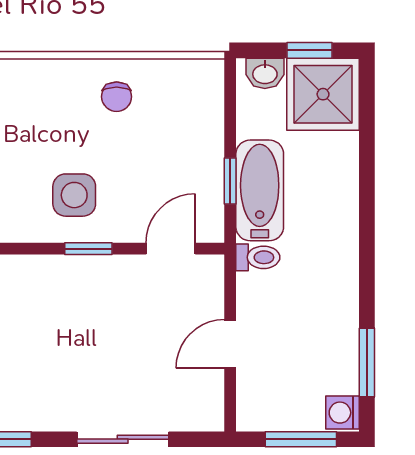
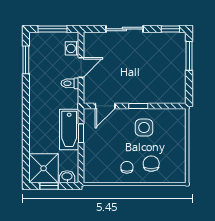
chair: (56, 106) -> (151, 164), added
toilet: (258, 257) -> (70, 83), moved
washing machine: (343, 413) -> (72, 48), moved, turned 180

